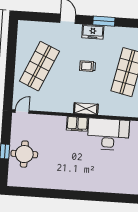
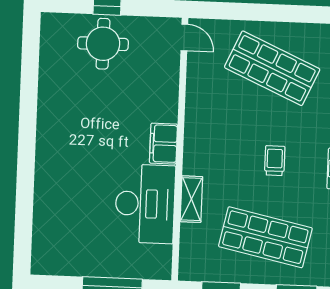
shelving: (86, 109) -> (191, 199), moved

